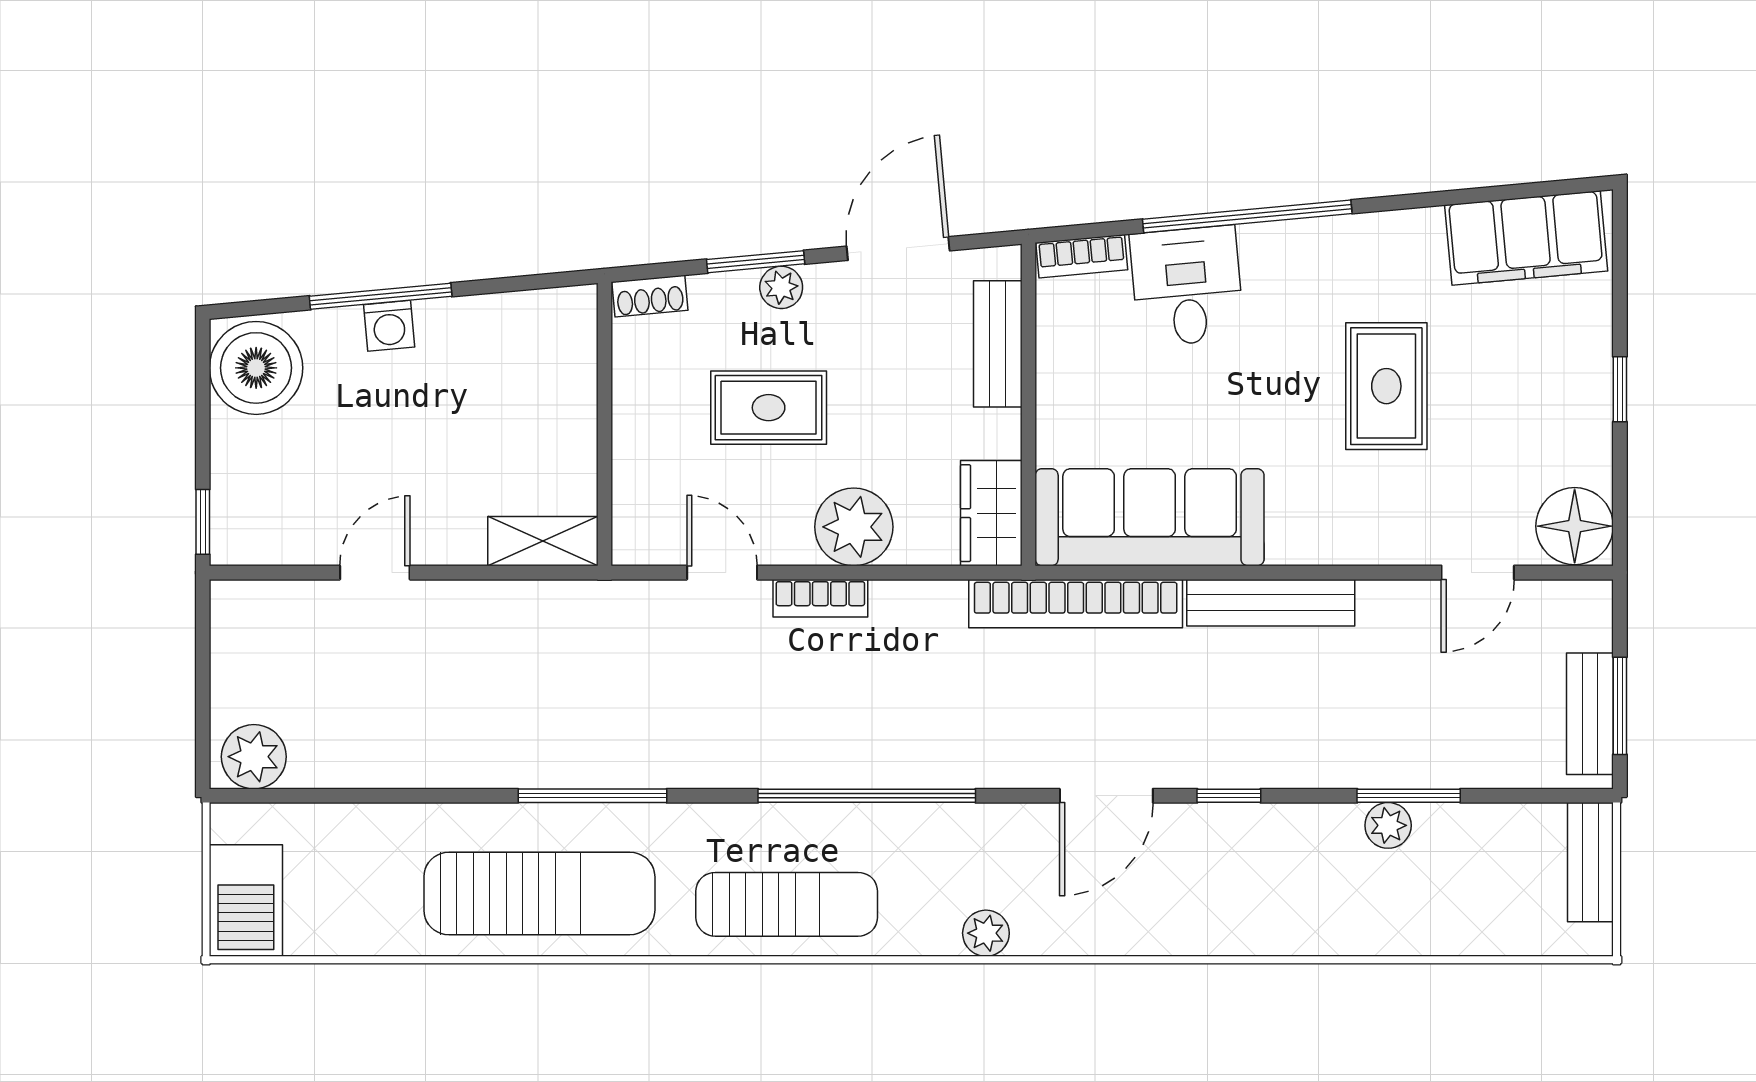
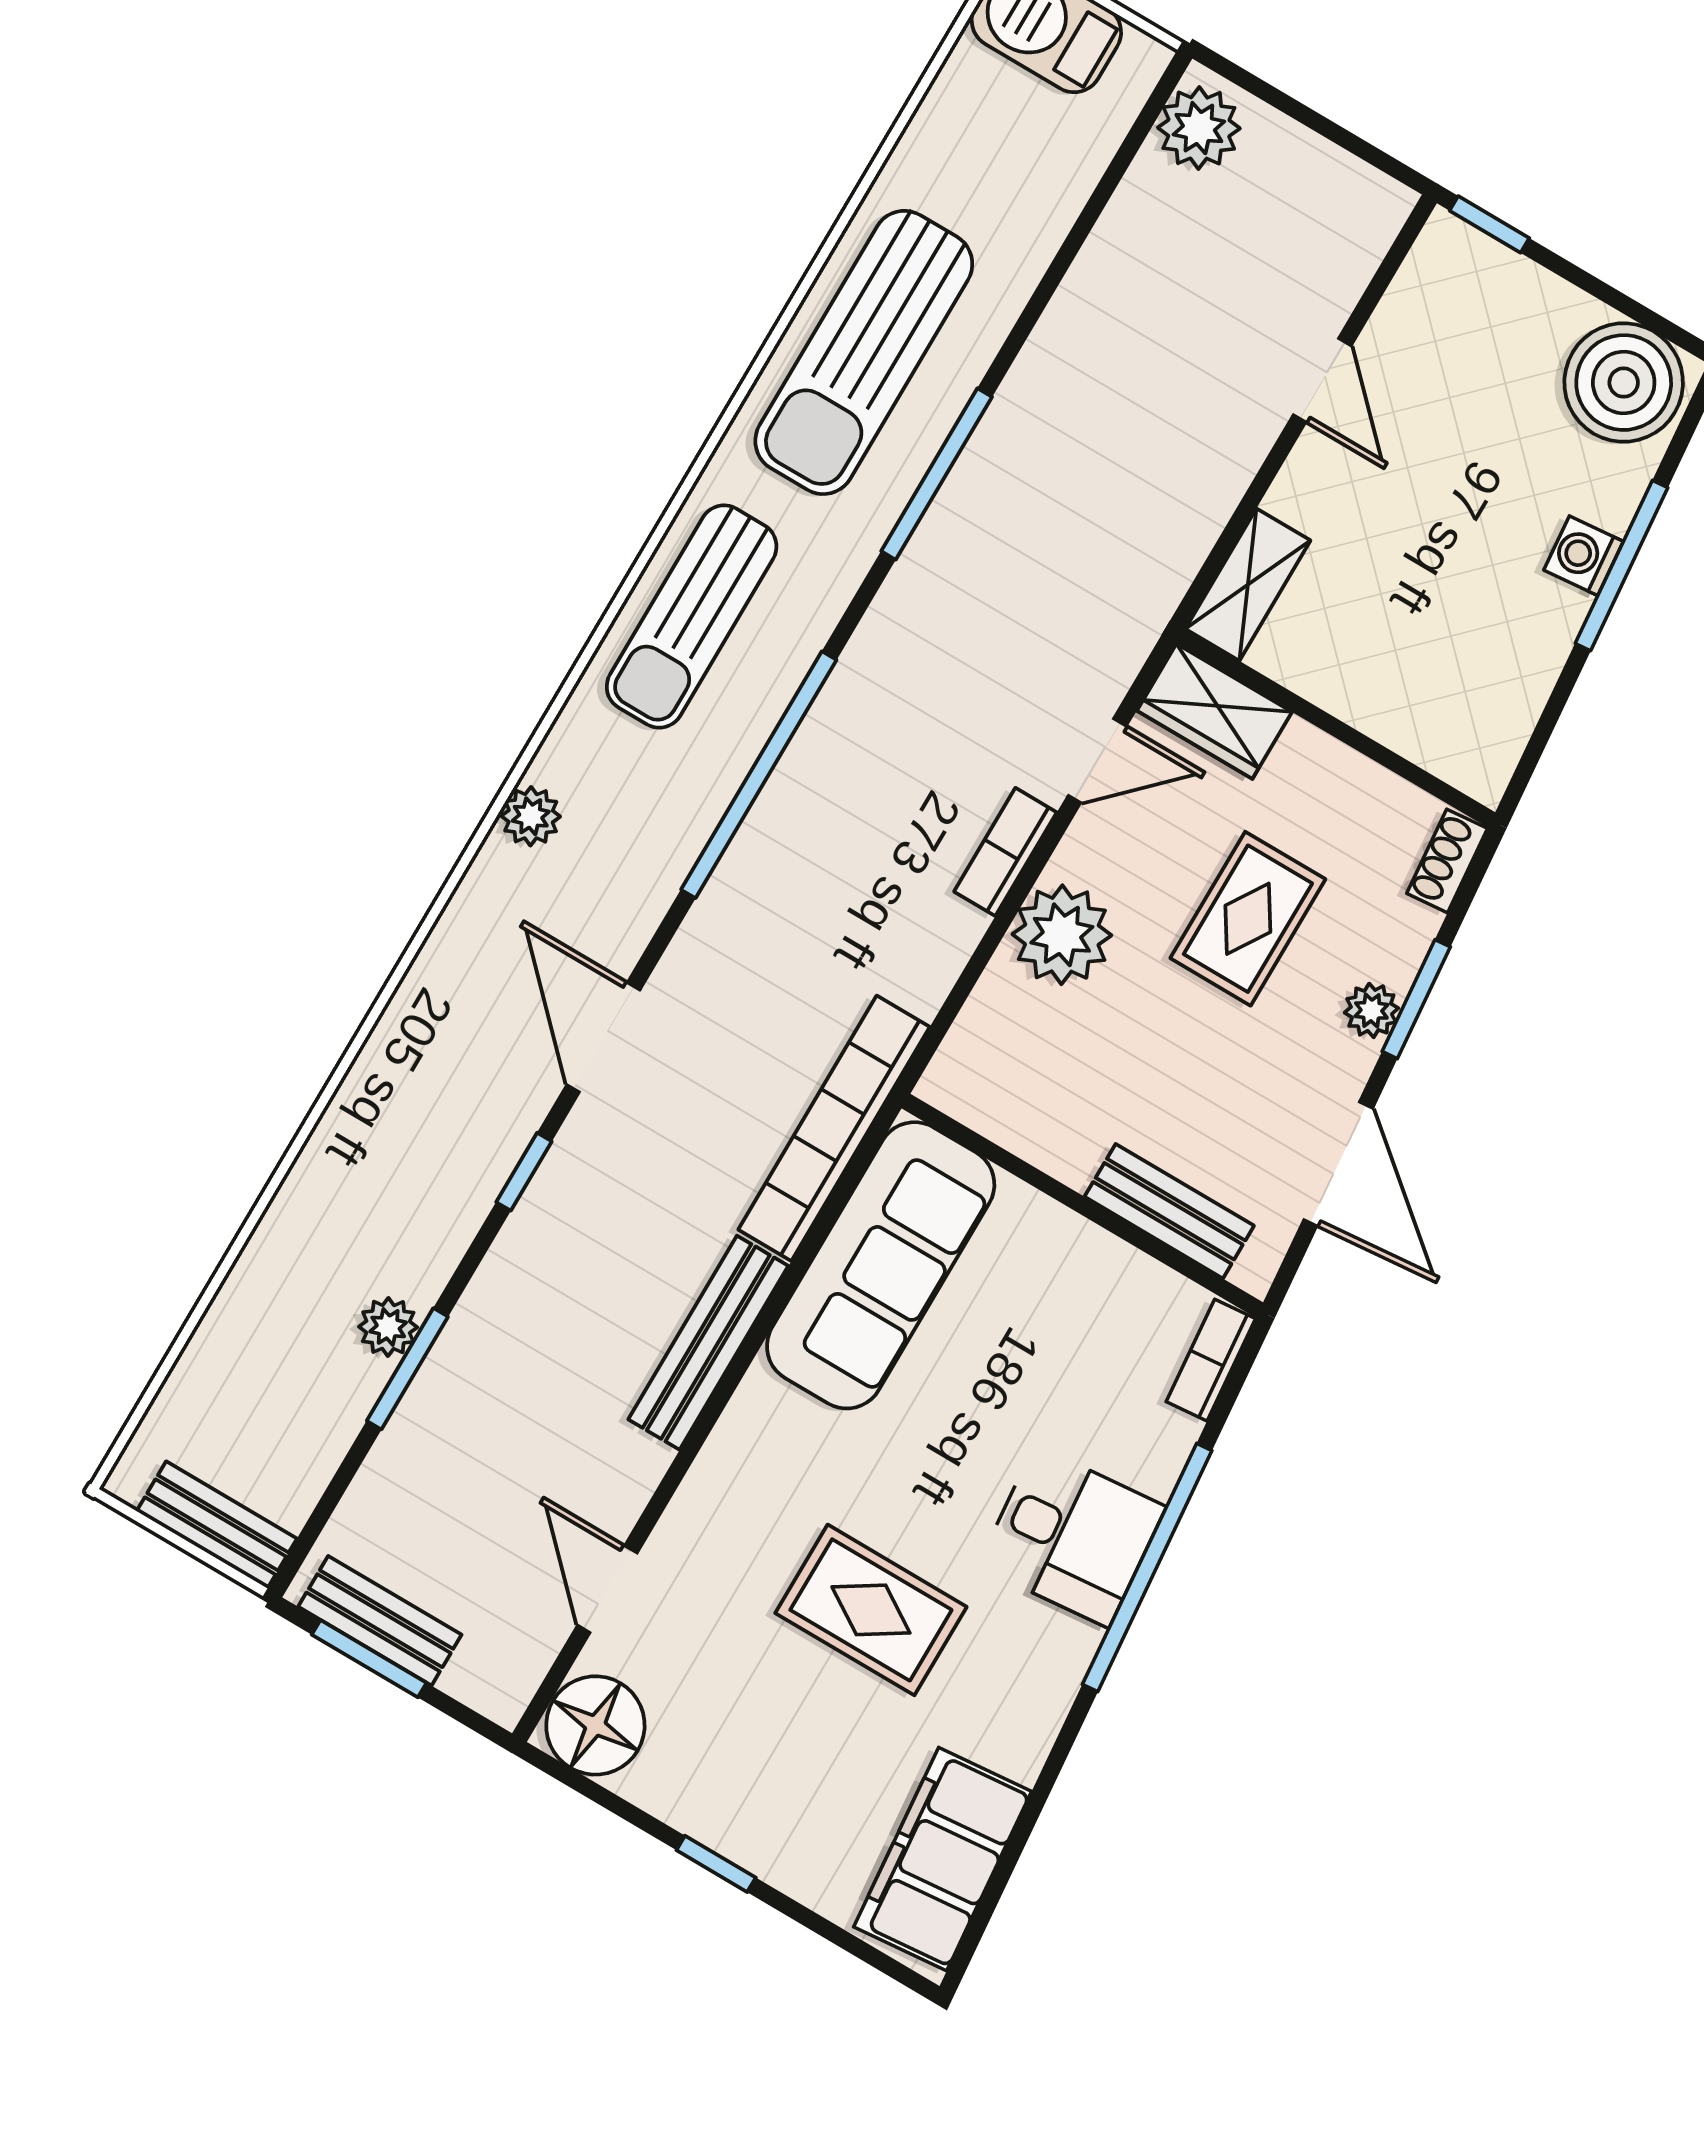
desk: (1187, 286) -> (1072, 1536), moved
wardrobe: (991, 513) -> (1214, 711), moved, turned 180

